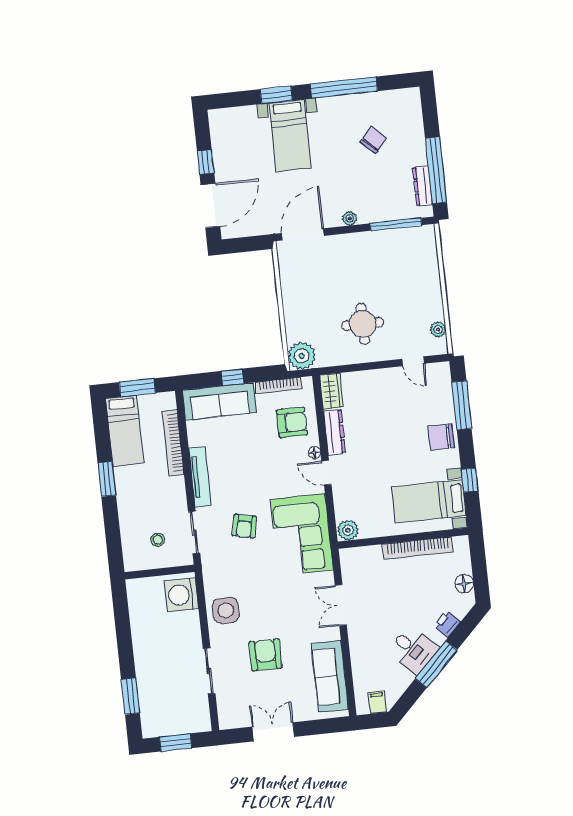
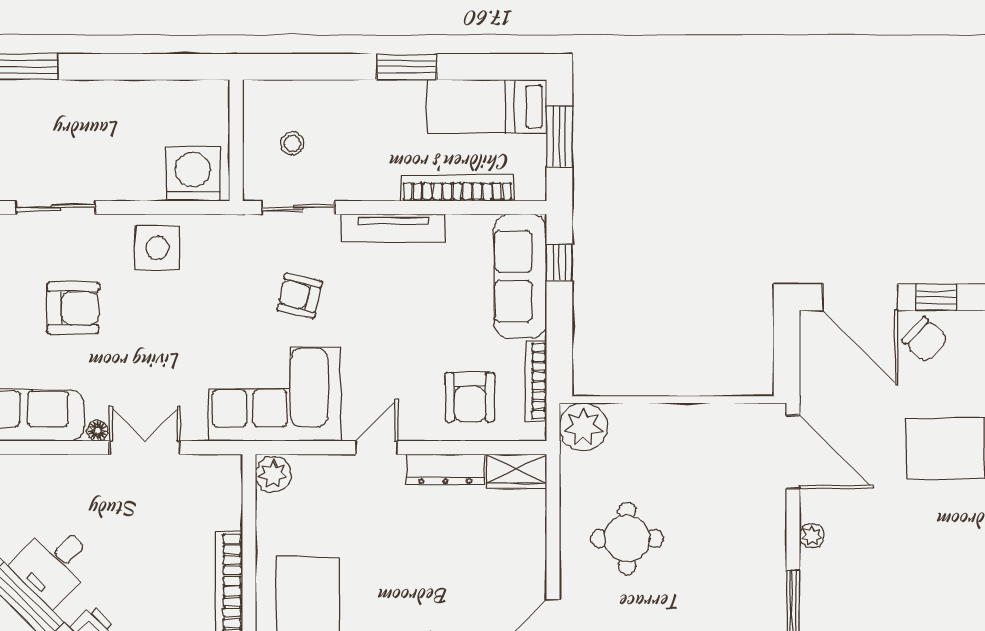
chair: (374, 140) -> (925, 340), moved
window: (232, 377) -> (559, 263), moved
floor lamp: (314, 452) -> (97, 431), moved

